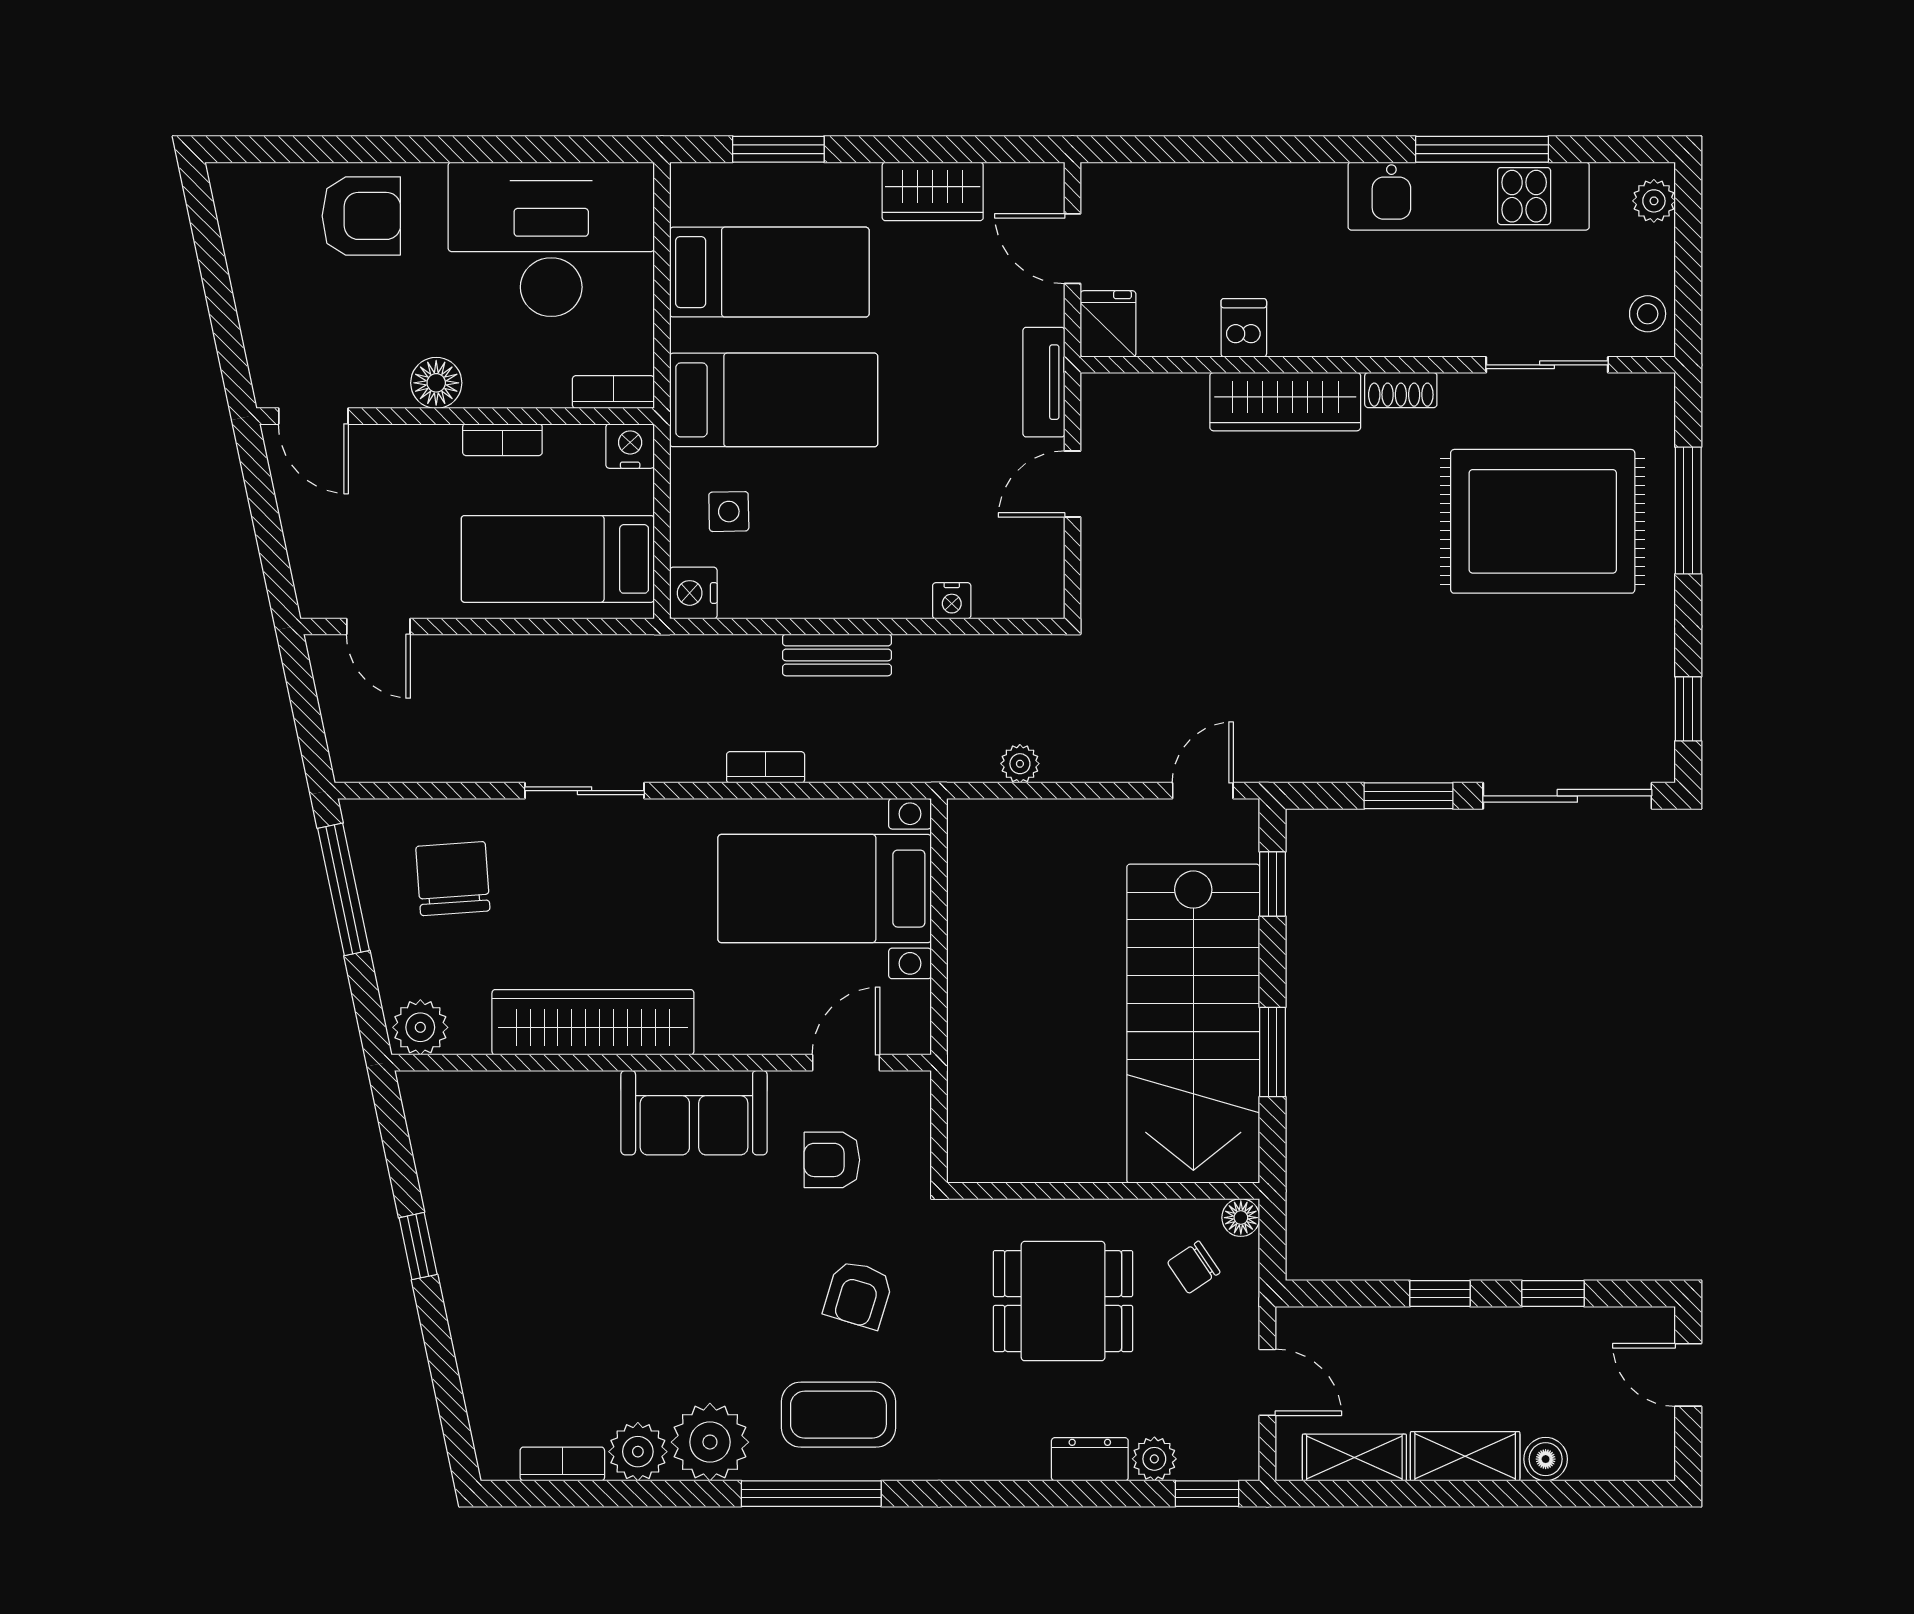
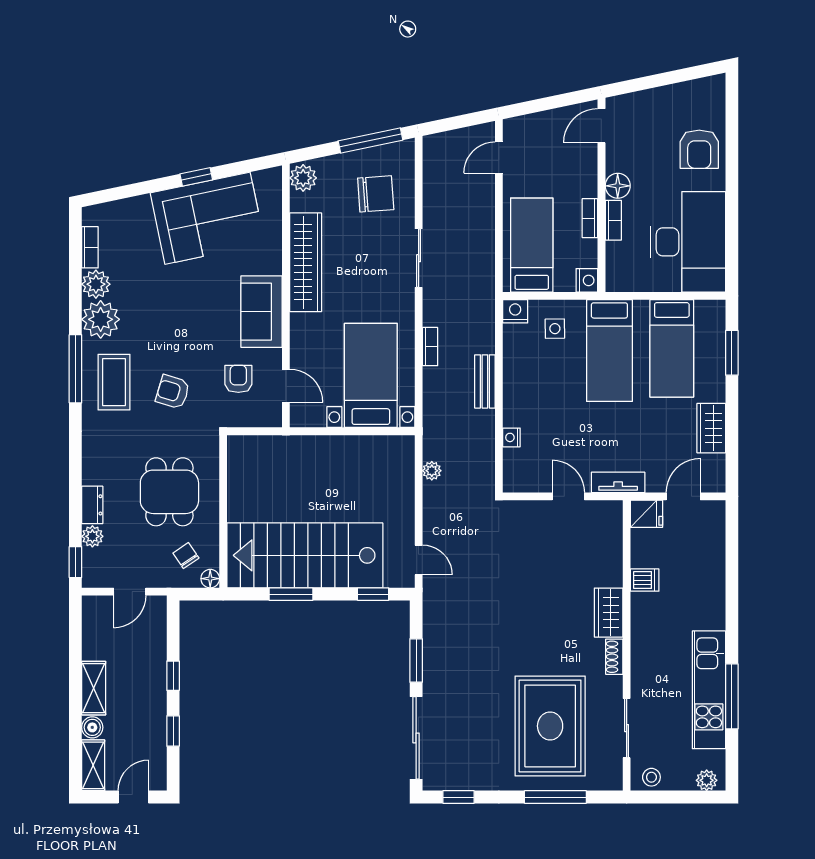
bookcase: (613, 392) -> (613, 220), moved
wardrobe: (1285, 402) -> (609, 613), width x0.67
corner sofa: (503, 1223) -> (208, 218), added
shelving: (1354, 1457) -> (93, 765), moved

